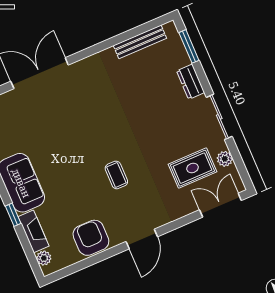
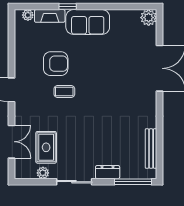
window: (189, 46) -> (133, 182), width x1.44
double door: (220, 205) -> (11, 142), moved
armchair: (91, 238) -> (56, 64), moved

